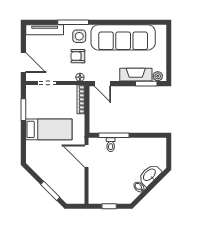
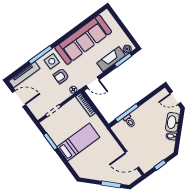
door: (23, 63) -> (19, 99), moved
door: (169, 155) -> (175, 98), added
door: (86, 156) -> (132, 160), moved

